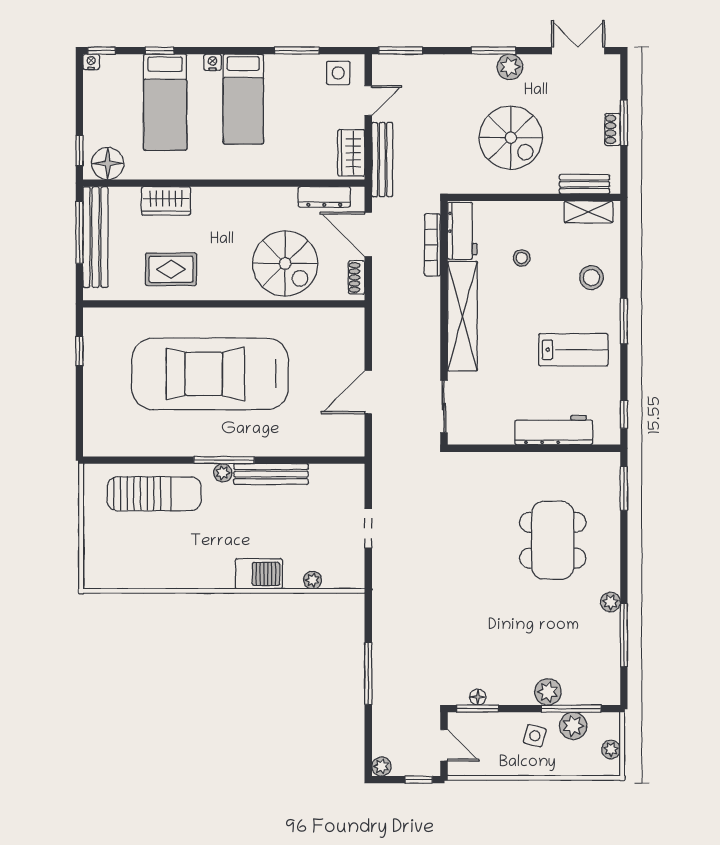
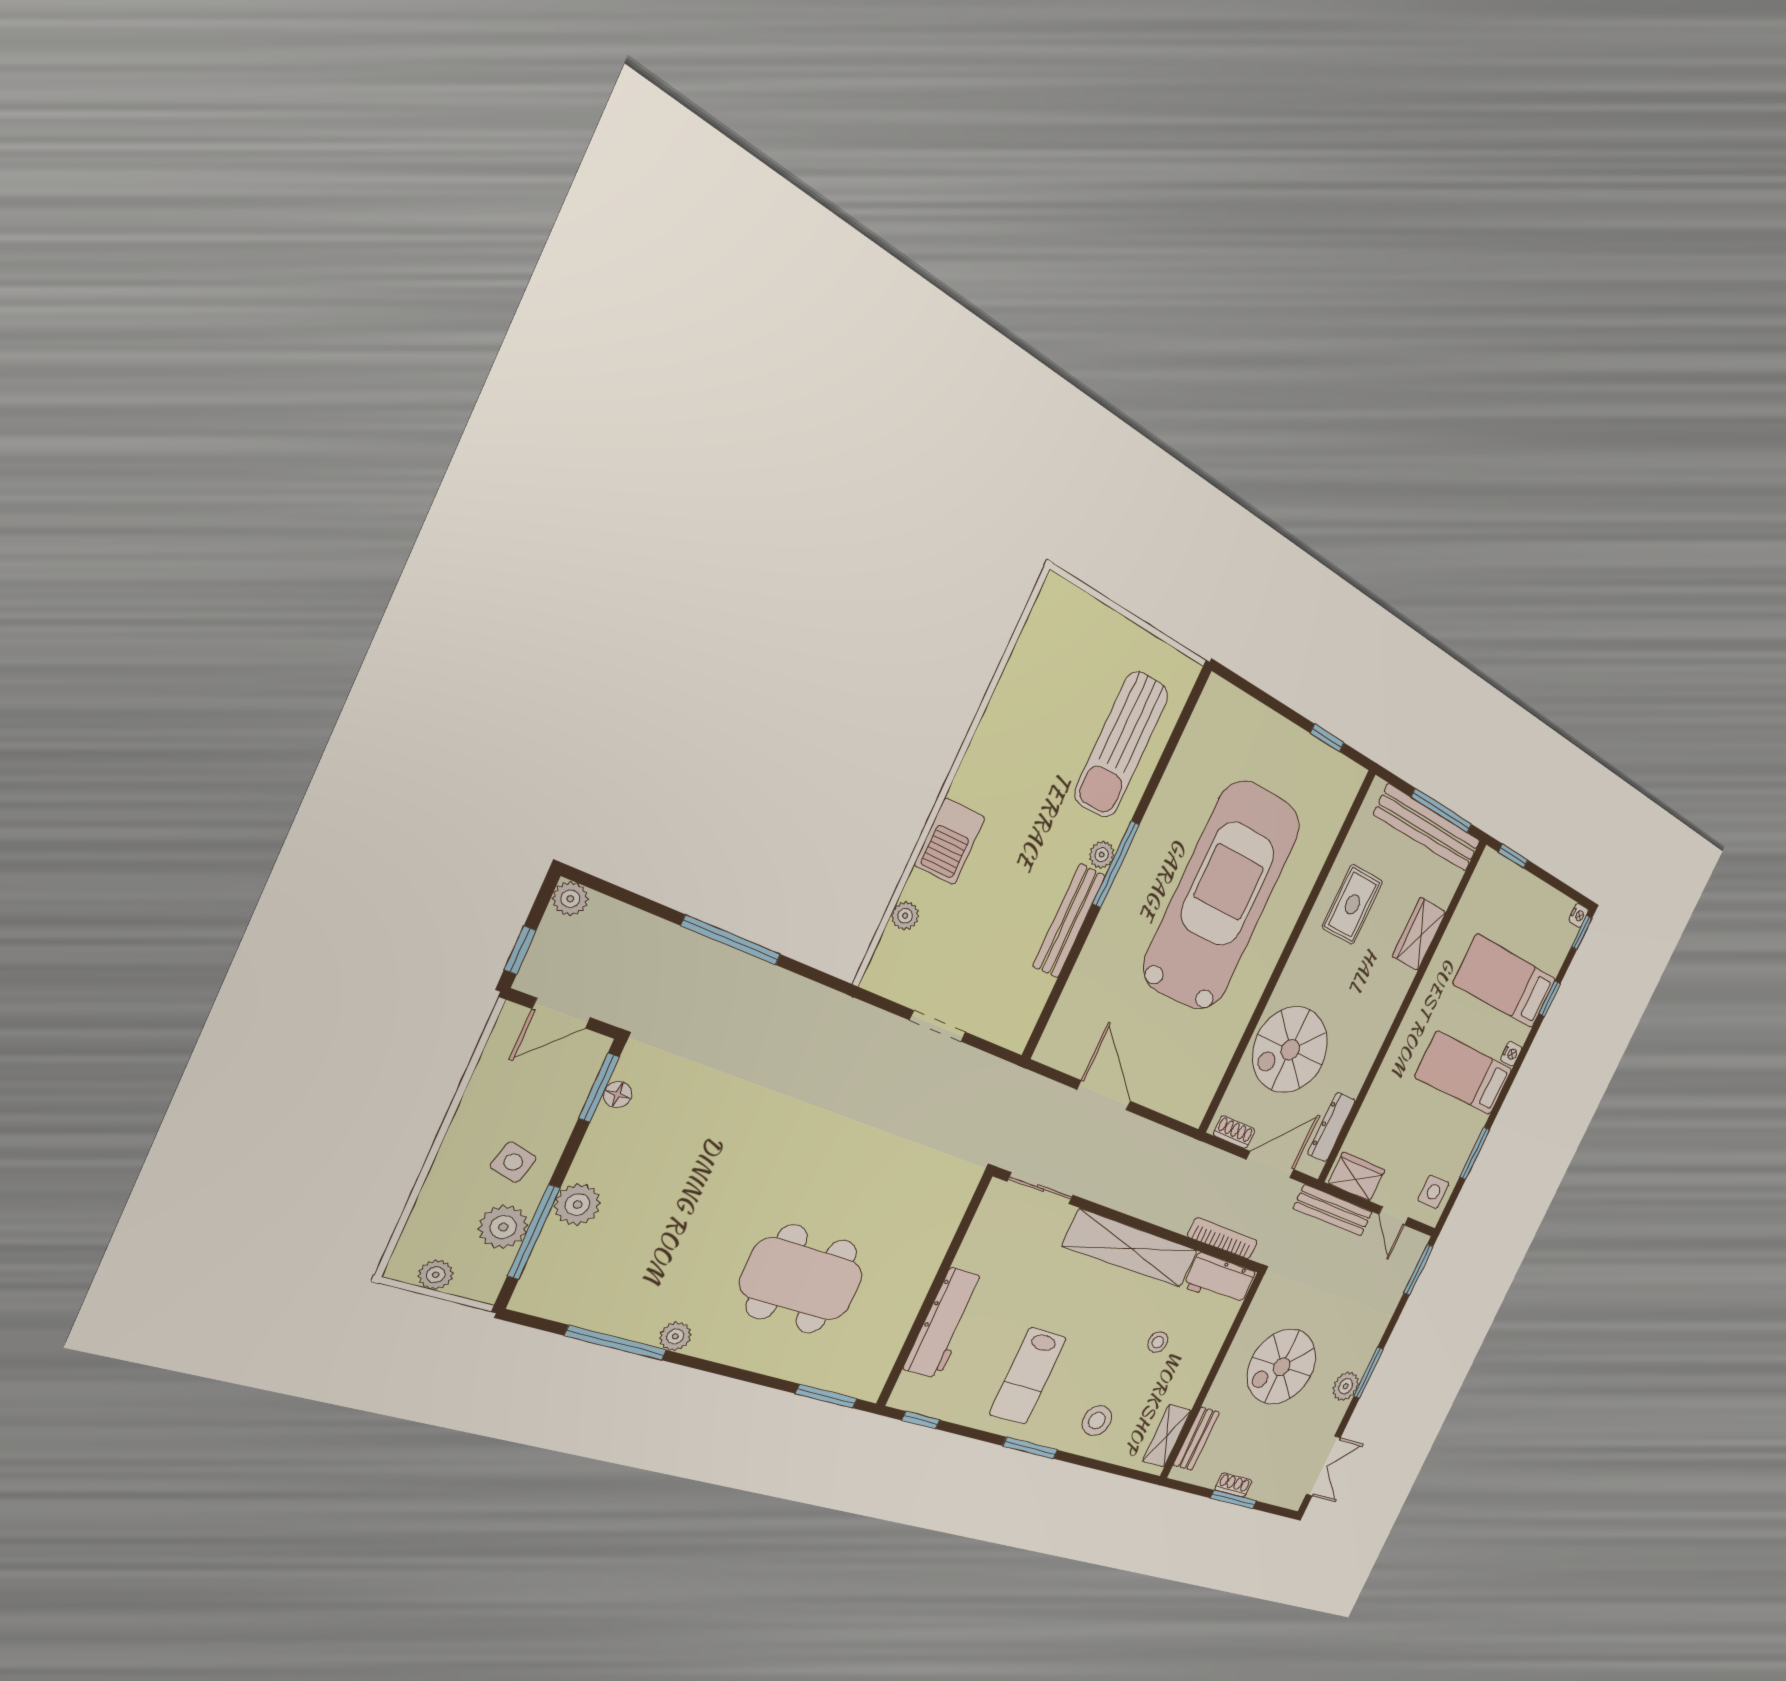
floor lamp: (108, 164) -> (1486, 883), removed

